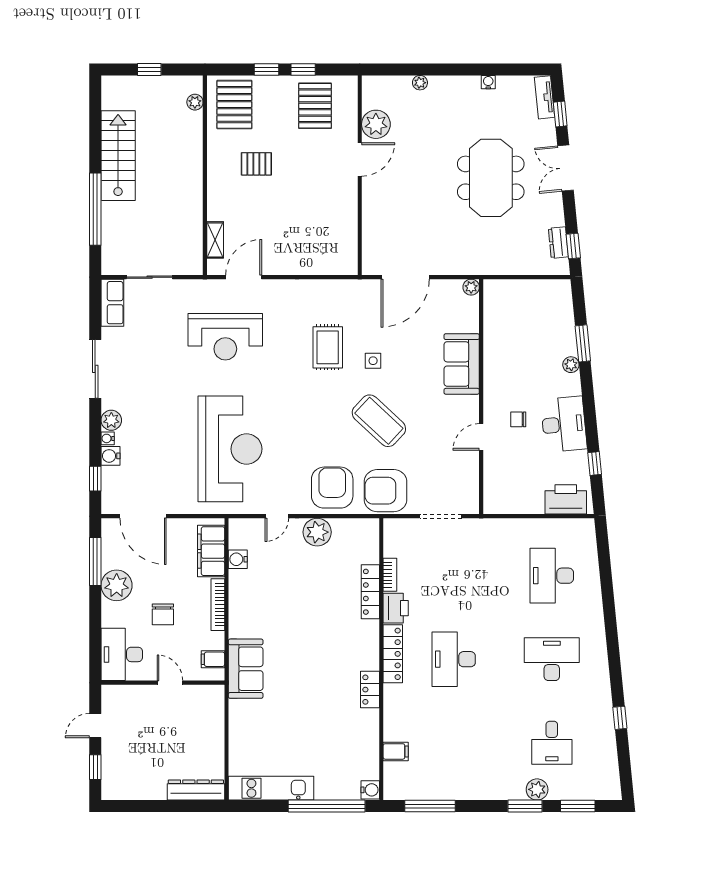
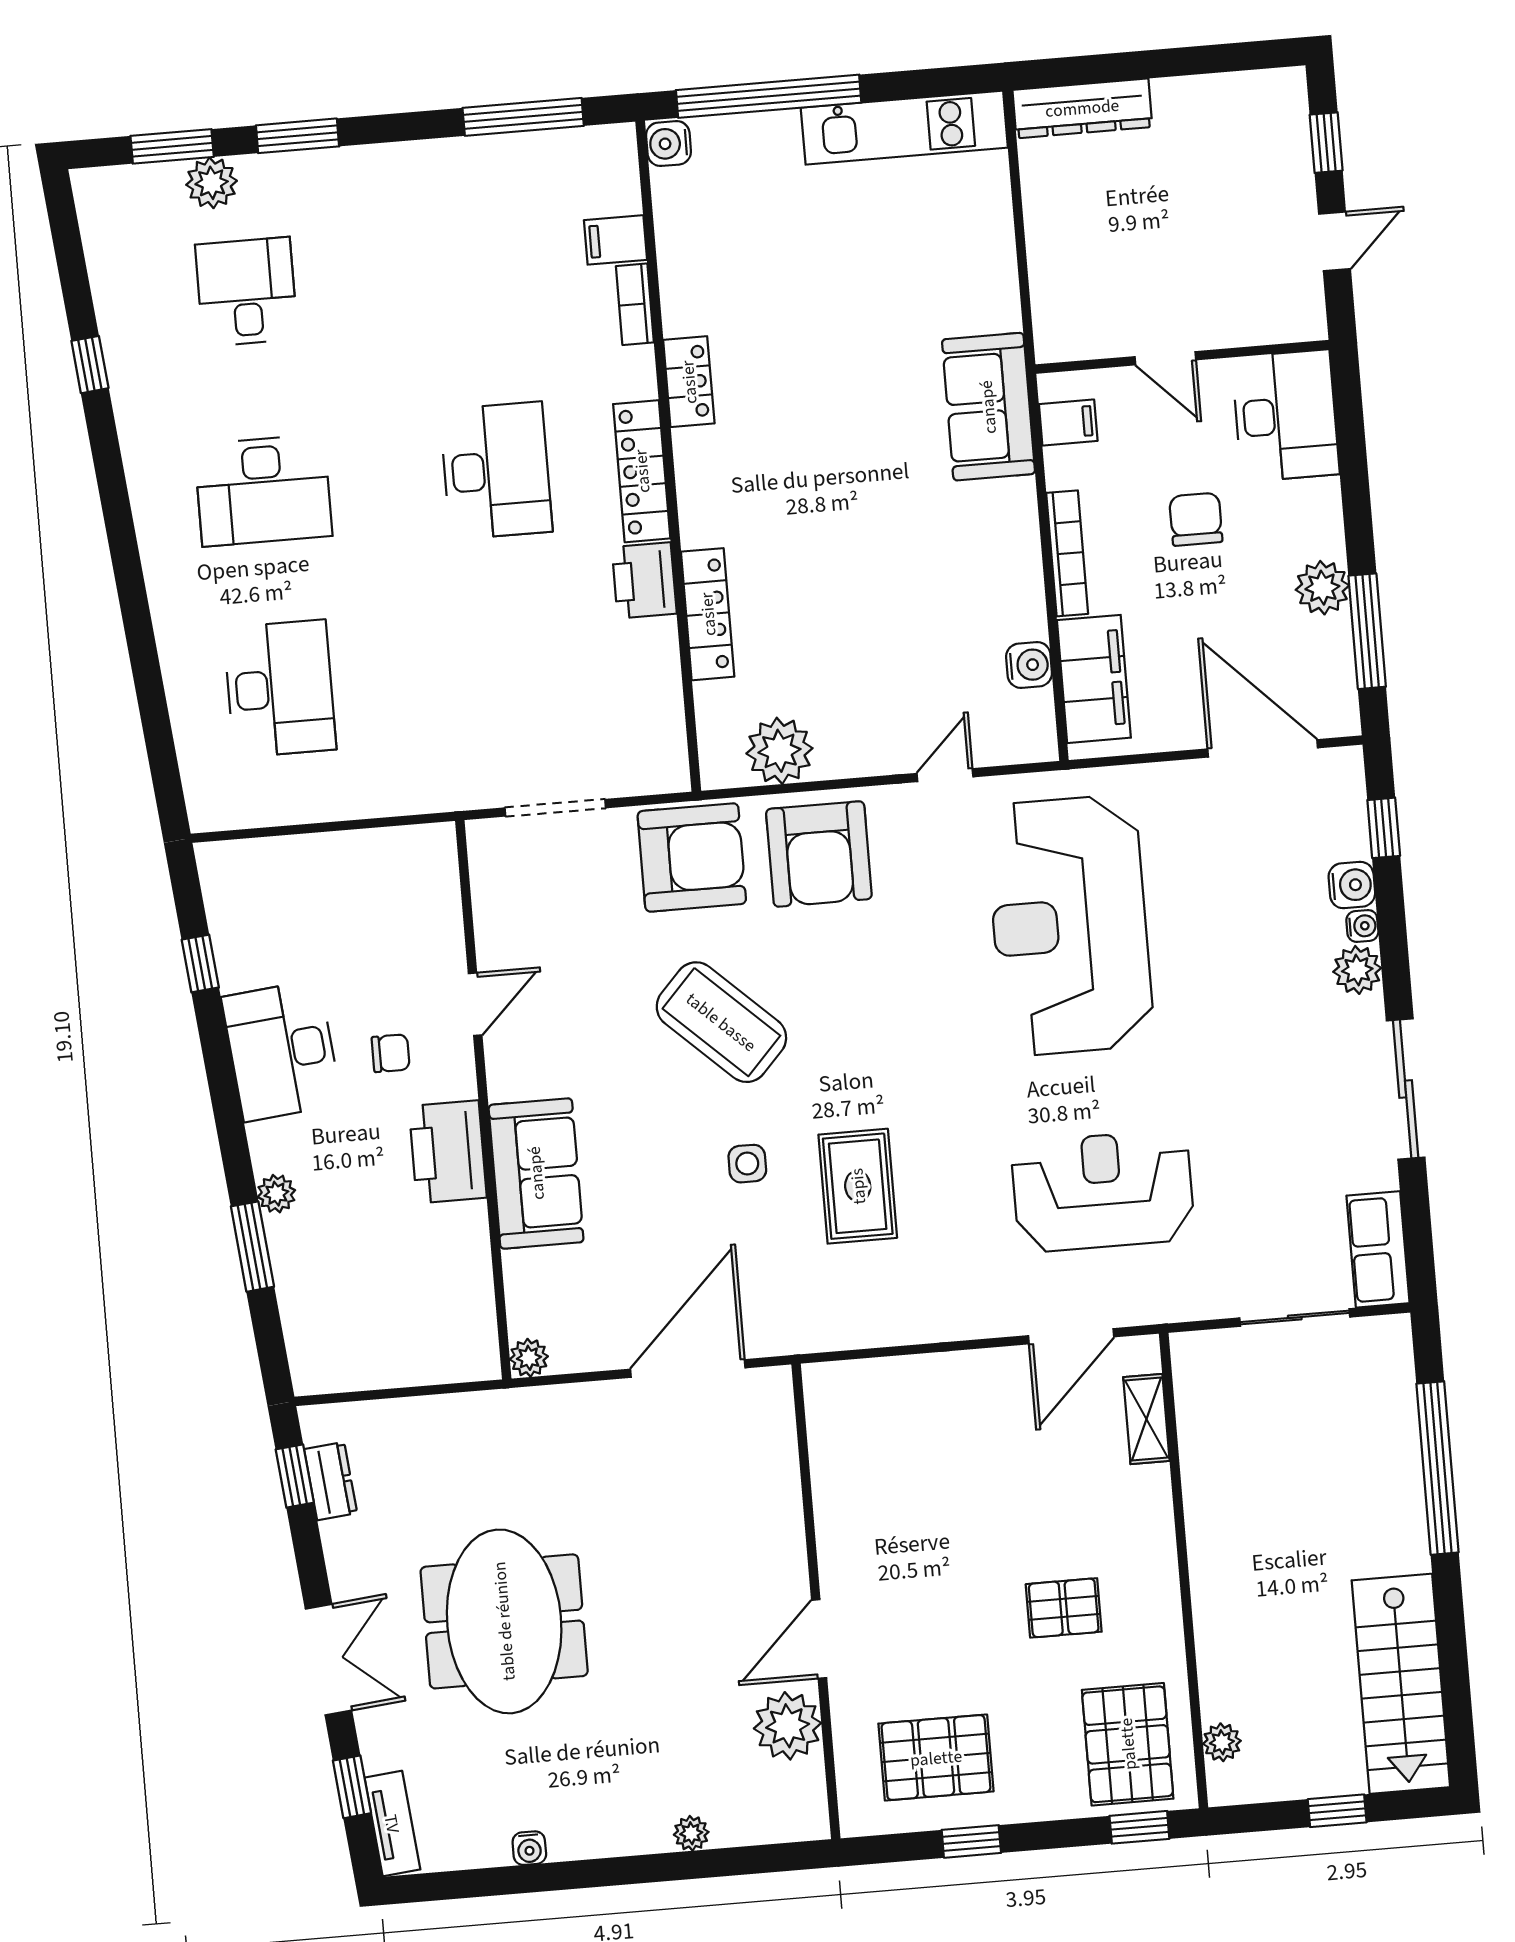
window: (266, 69) -> (1139, 1827), moved
pallet: (315, 106) -> (936, 1758), turned 90
stairs: (118, 156) -> (1401, 1684), moved
printer: (566, 499) -> (448, 1152), moved, turned 90
plant: (317, 532) -> (779, 751), moved
bookcase: (390, 575) -> (635, 304), moved
plant: (117, 585) -> (1322, 588), width x0.73, depth x0.73
plant: (537, 789) -> (212, 183), moved

